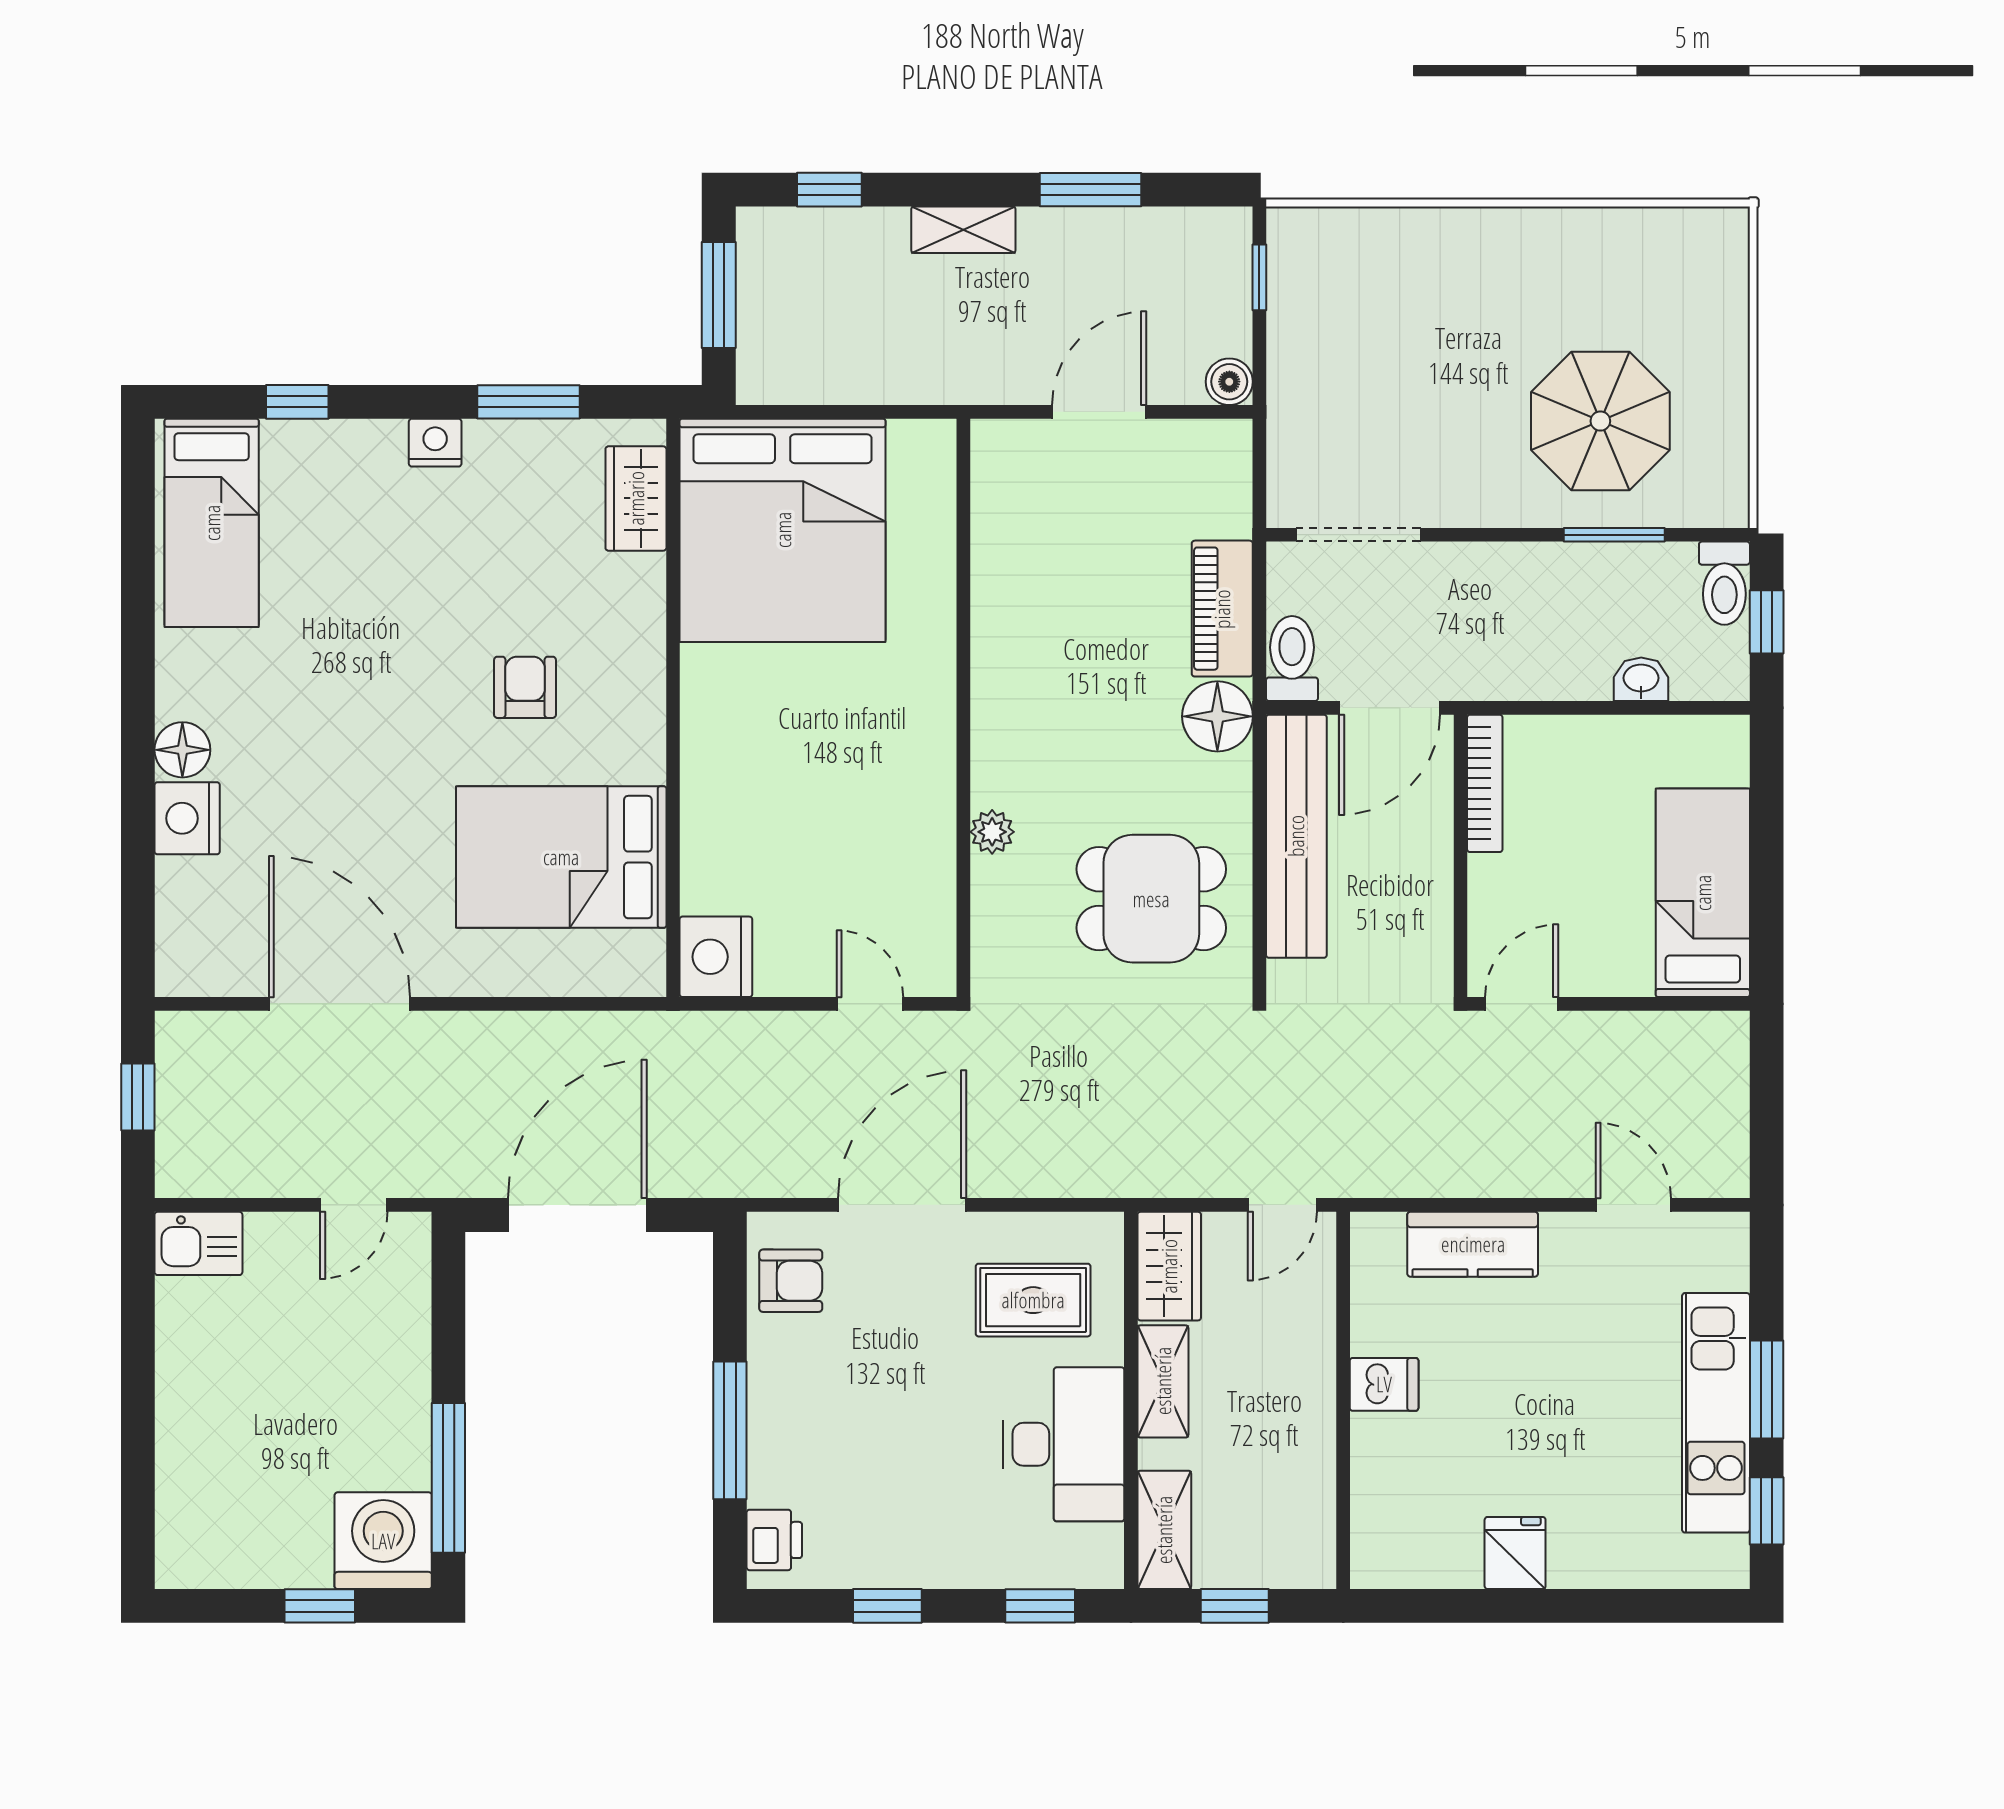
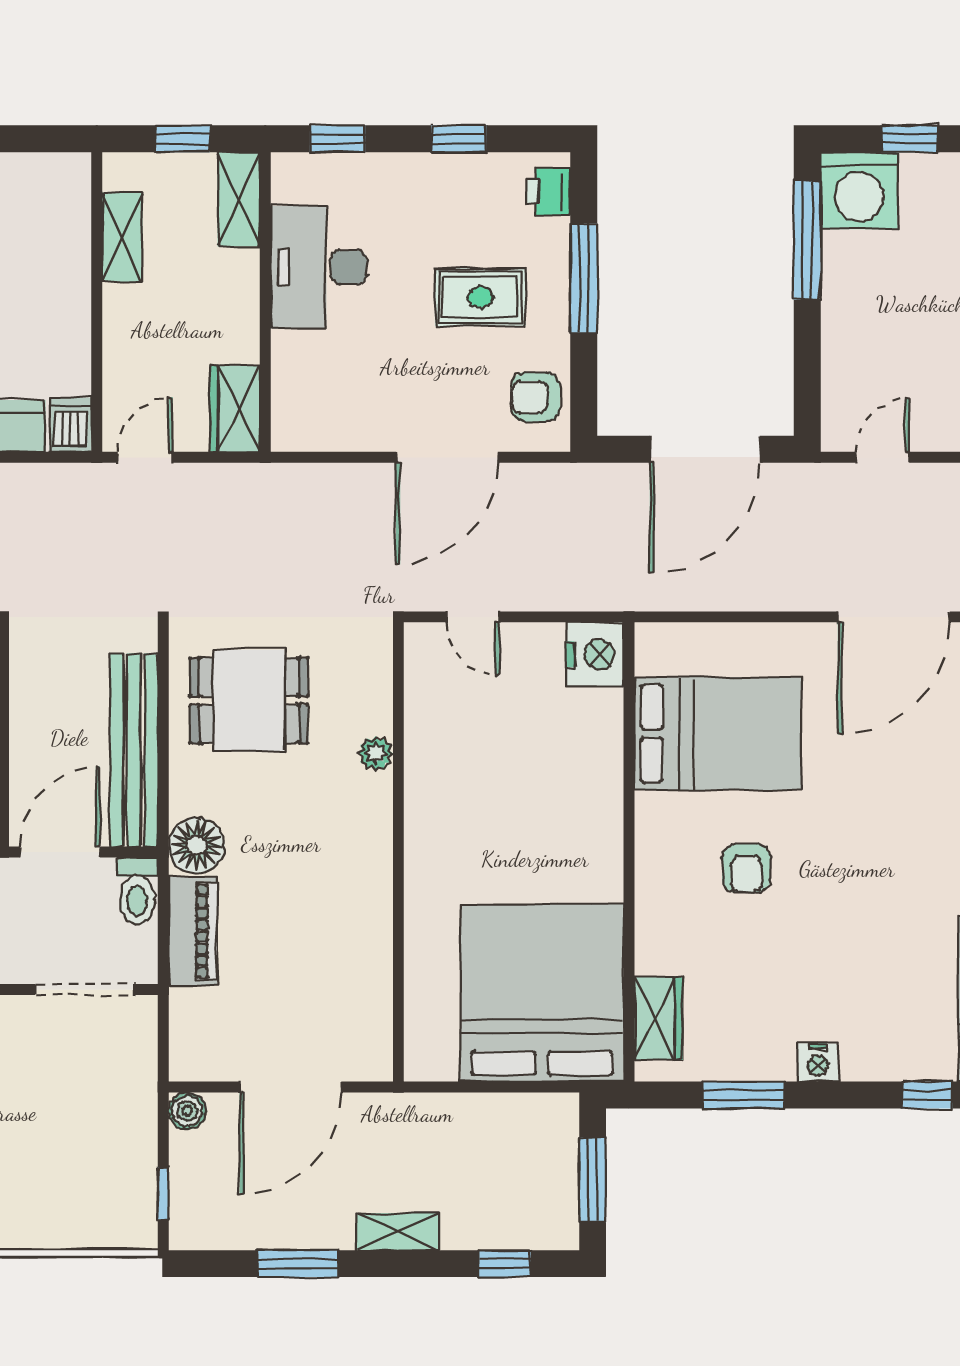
door: (1099, 412) -> (291, 1087), width x1.36
door: (339, 1004) -> (894, 617), hinge flipped
rug: (1033, 1300) -> (480, 297), moved
shelving: (1163, 1381) -> (122, 237), moved
dishwasher: (1384, 1384) -> (70, 425), moved, turned 90

